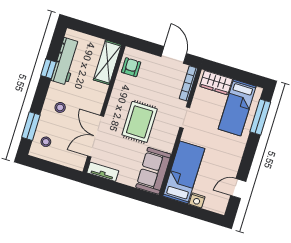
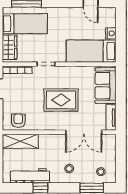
armchair: (131, 67) -> (18, 121), turned 90
sofa: (153, 171) -> (106, 86), moved, turned 90

